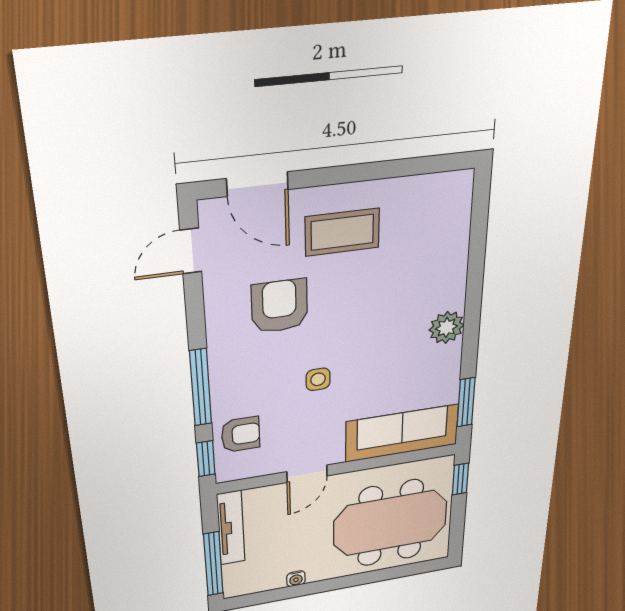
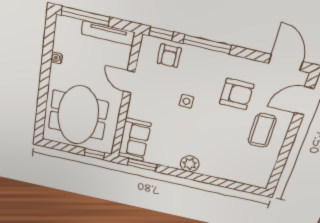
door: (191, 251) -> (286, 62), width x1.38
sofa: (402, 433) -> (134, 140), width x0.73

